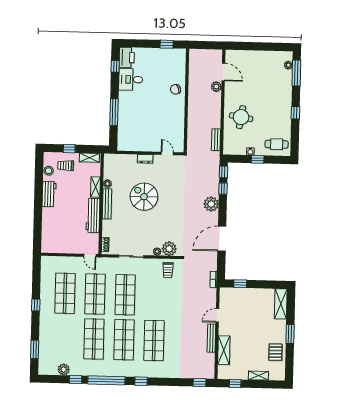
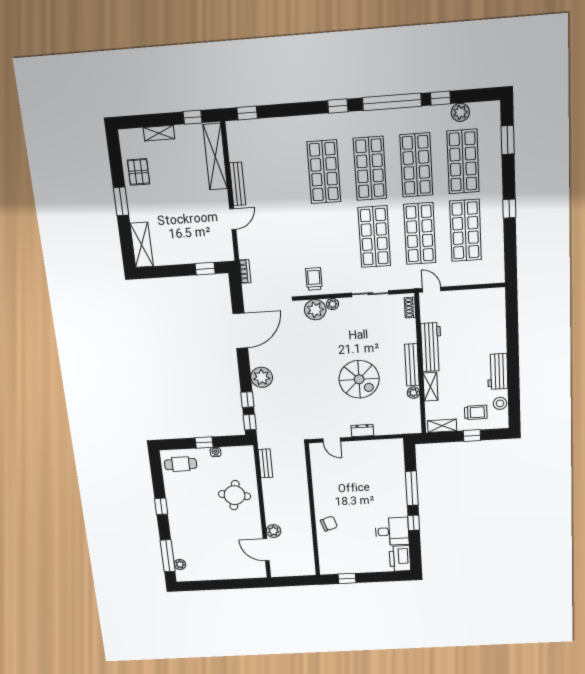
window: (115, 66) -> (414, 523), moved
shop shelf: (64, 338) -> (463, 162), added
shelving: (224, 350) -> (215, 157), width x1.47

